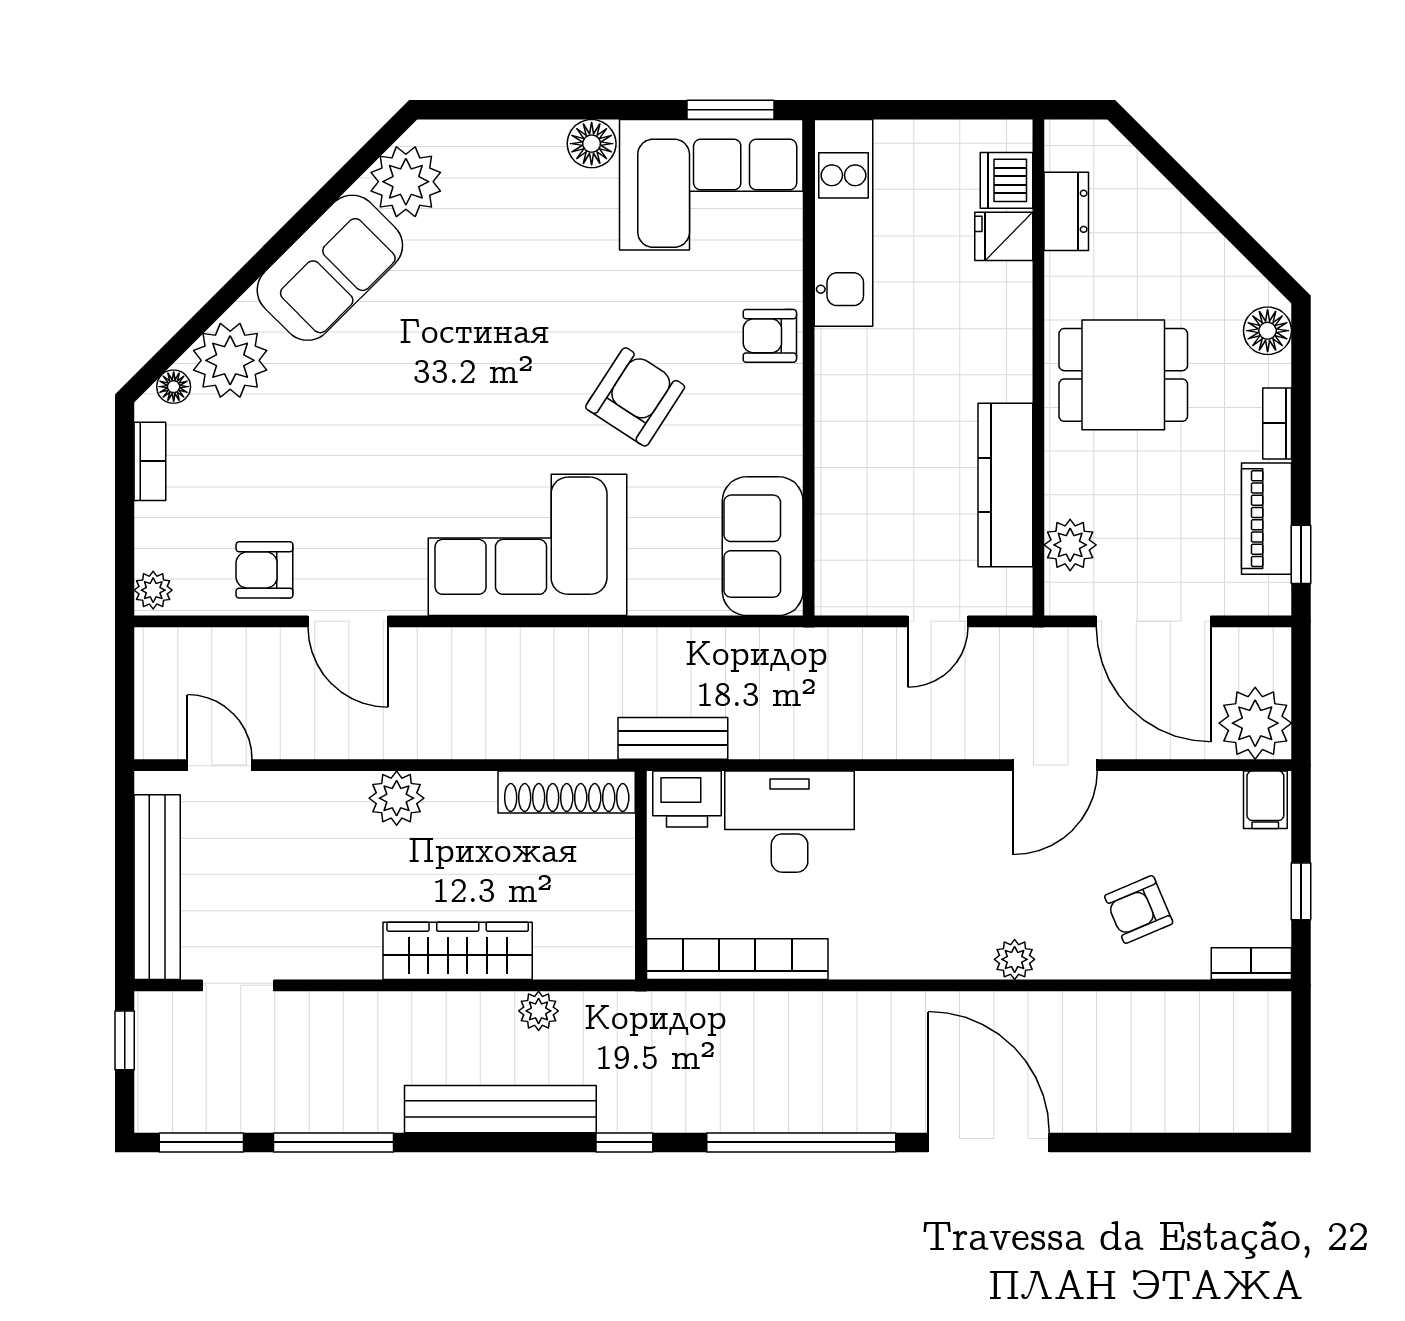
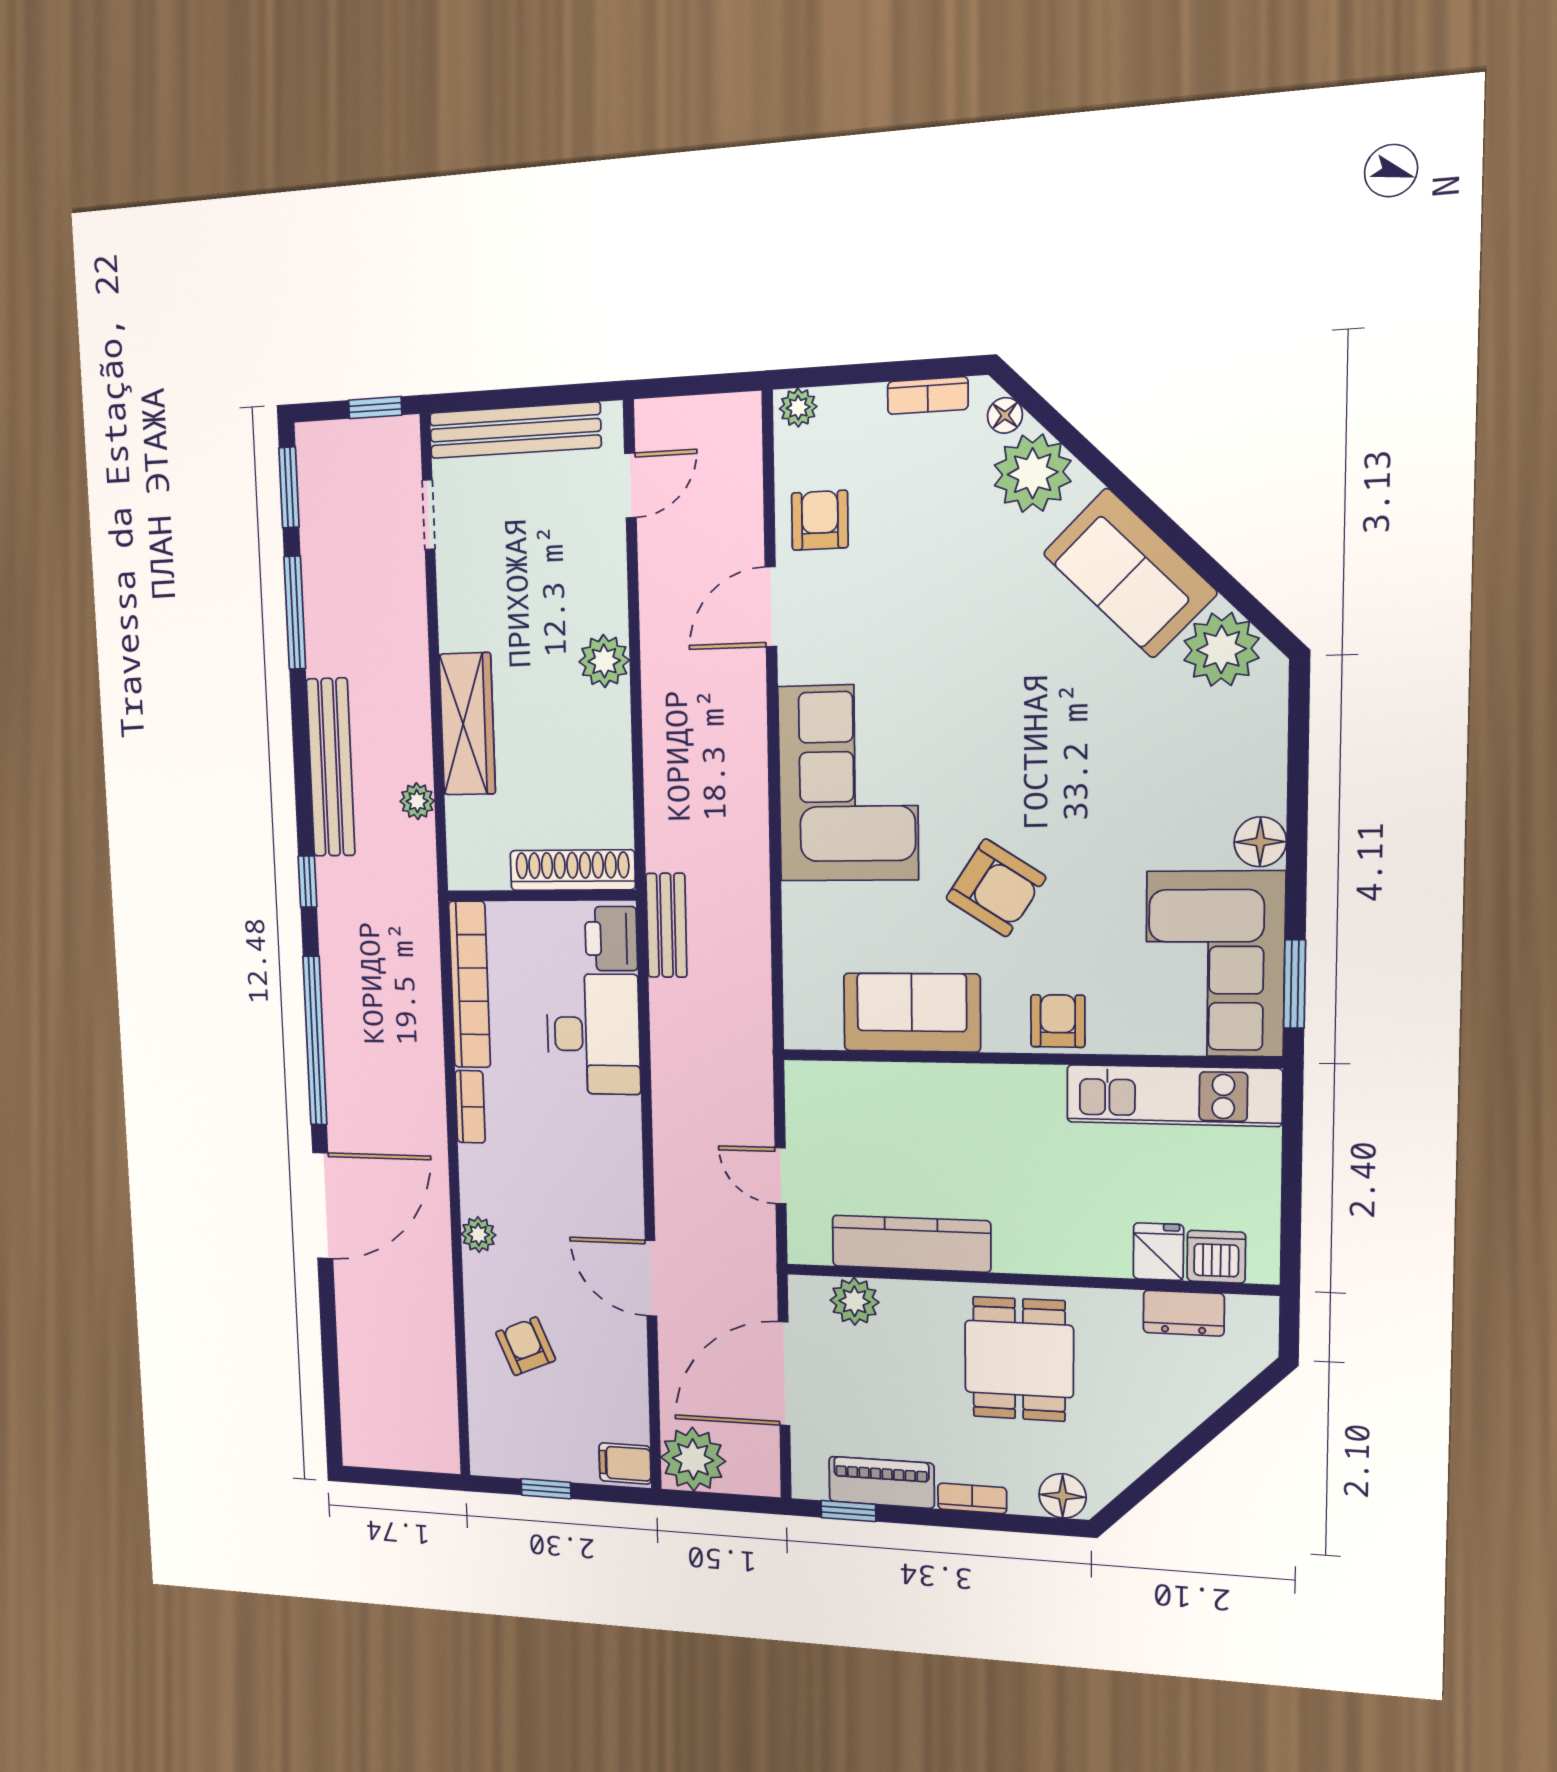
sofa: (763, 546) -> (912, 1012), moved
shoe rack: (567, 792) -> (572, 870), moved, turned 90
bookcase: (1251, 964) -> (470, 1107), moved

